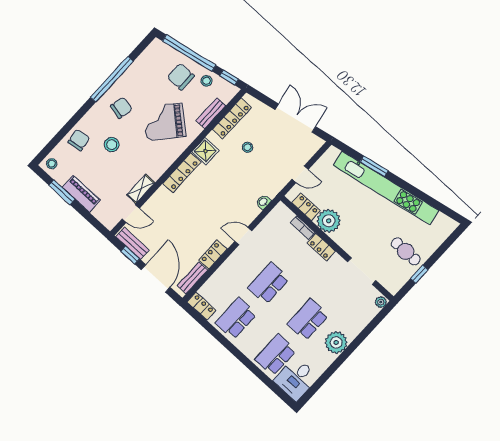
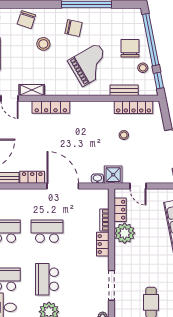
grand piano: (164, 122) -> (90, 65), turned 109
chair: (79, 140) -> (26, 20), turned 117
shower: (206, 151) -> (113, 175), moved
locker: (182, 173) -> (51, 107), moved
door: (243, 236) -> (63, 186), width x1.88
school desk: (308, 320) -> (47, 279), turned -90

